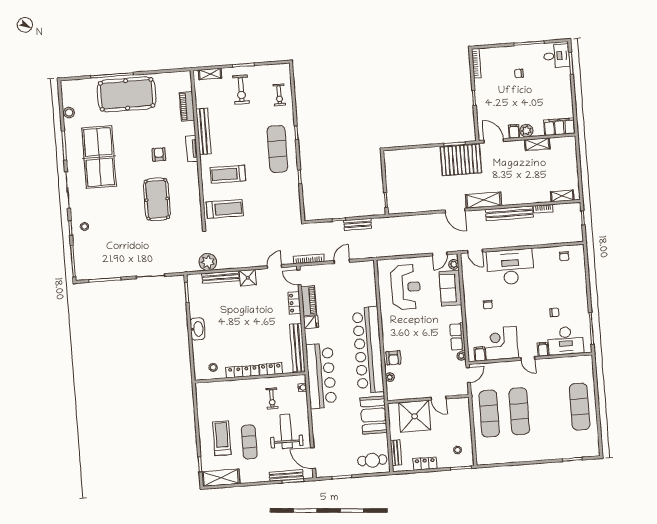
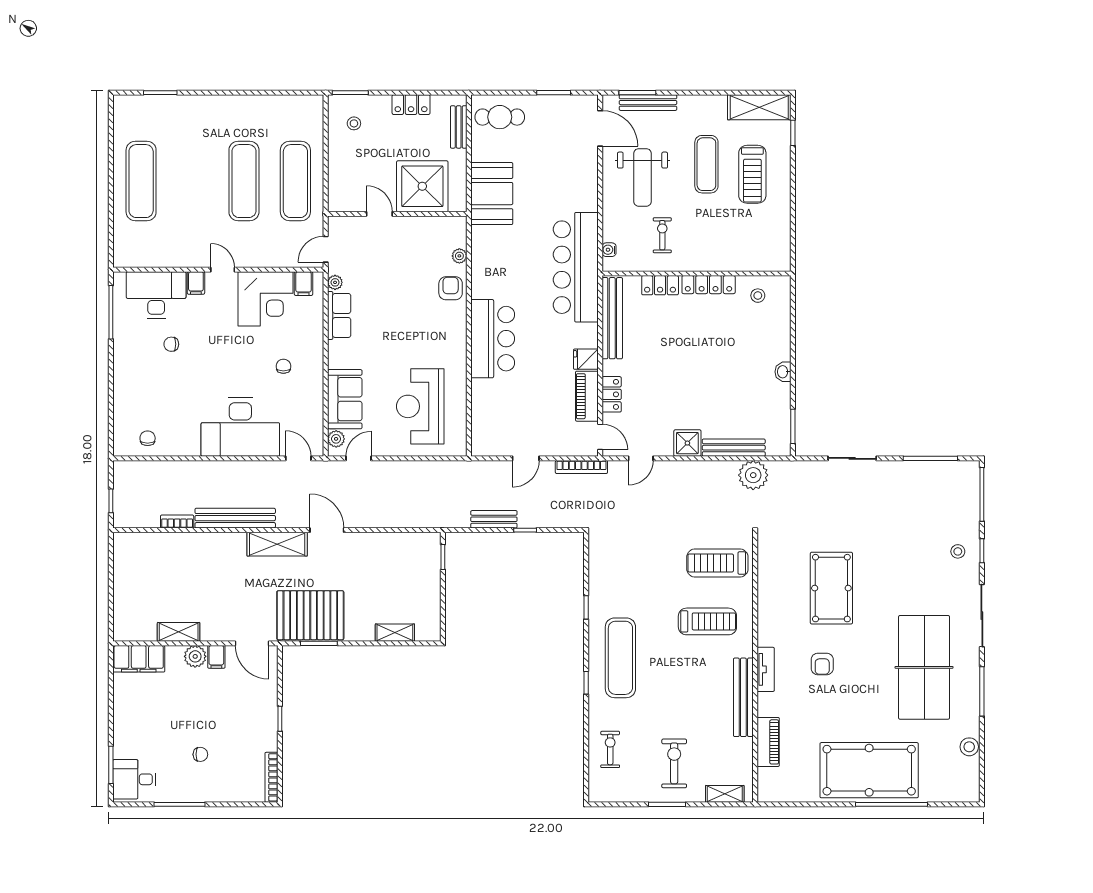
shelving: (562, 196) -> (395, 633), moved
washbasin: (197, 329) -> (783, 372), width x0.52, depth x0.69
bar counter: (368, 350) -> (493, 339), width x0.54

